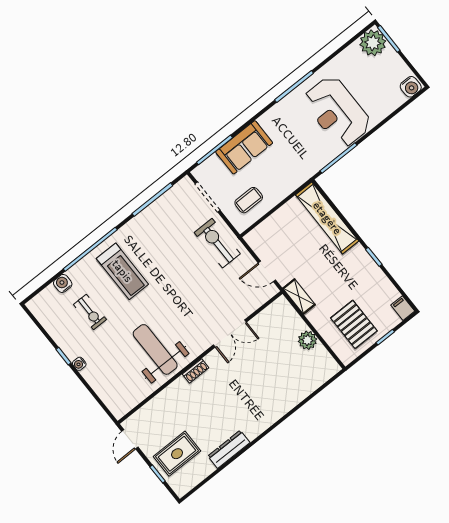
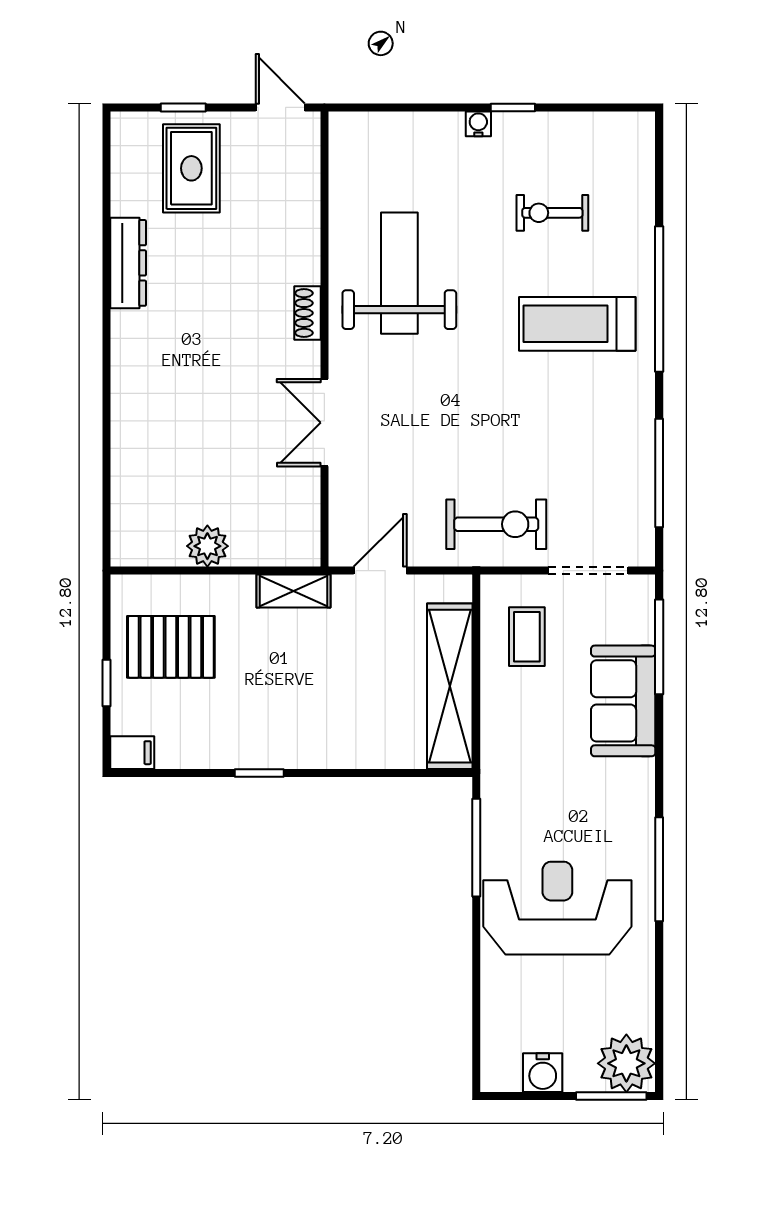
water cooler: (411, 87) -> (543, 1073), moved, turned -90
shelving: (327, 218) -> (450, 686), moved, turned 90
water cooler: (63, 283) -> (638, 205), removed
weight bench: (155, 349) -> (399, 273), turned -90

